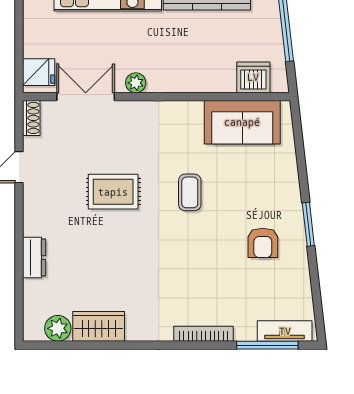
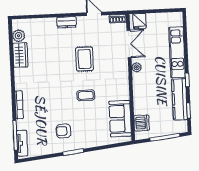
dresser: (34, 257) -> (67, 22), moved

